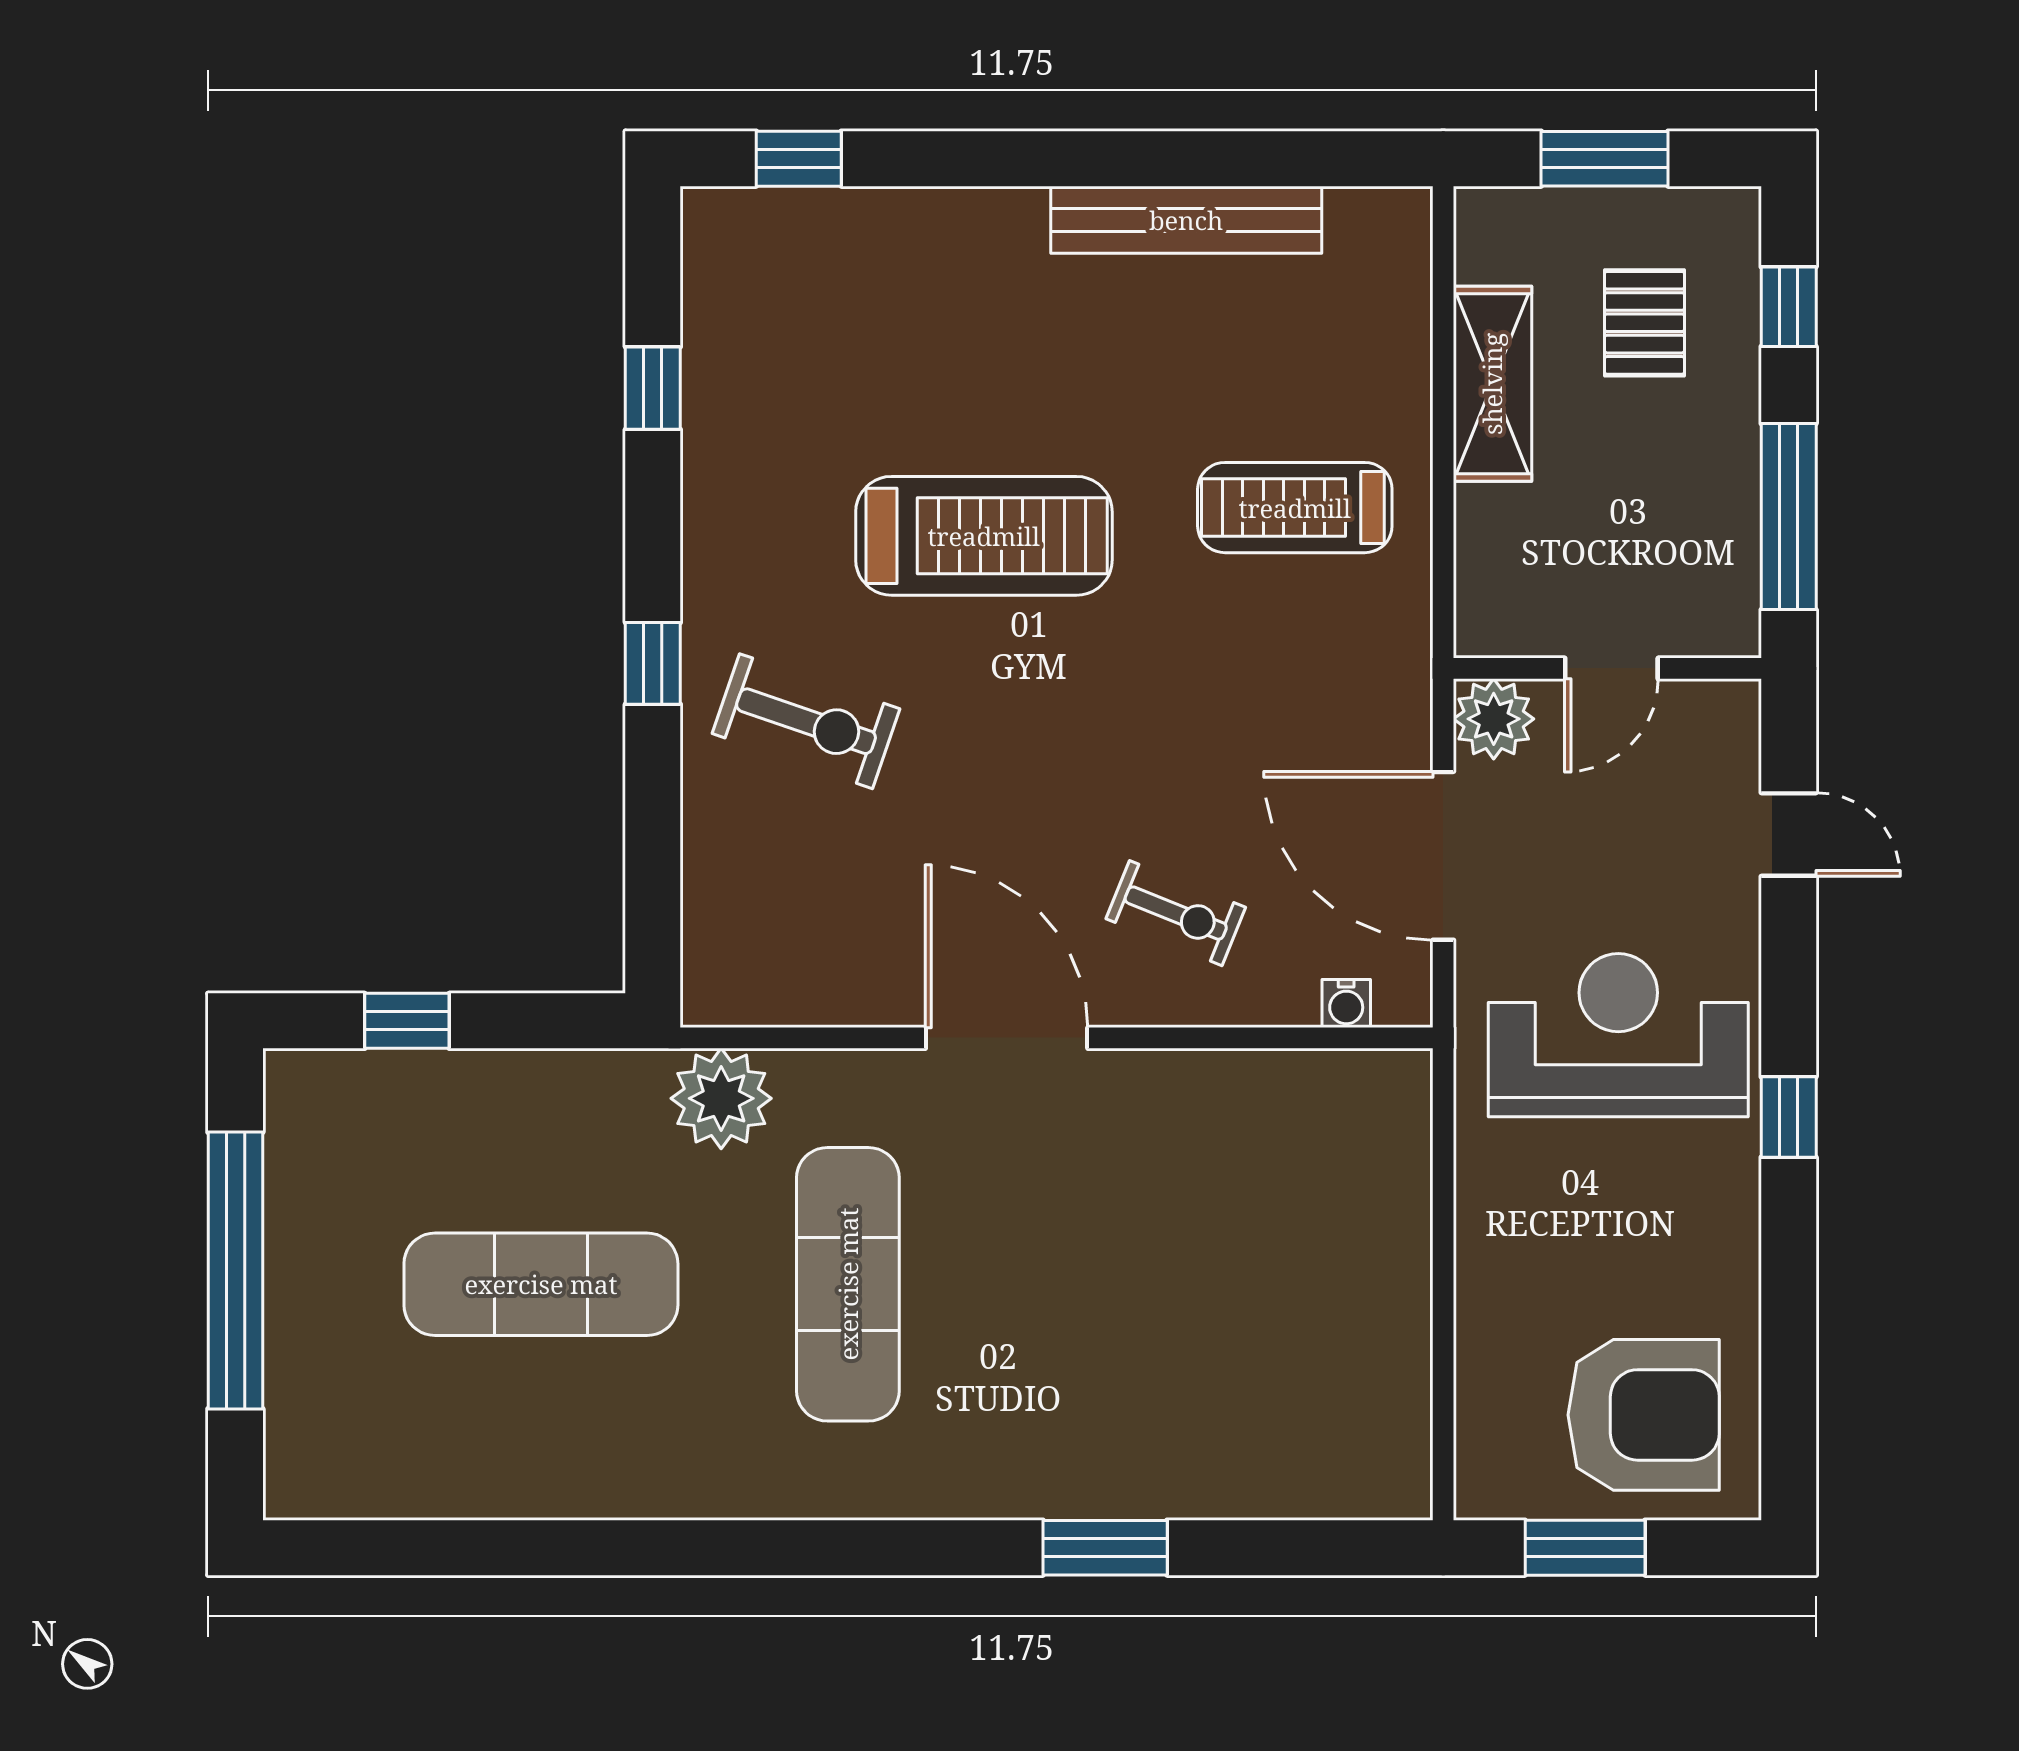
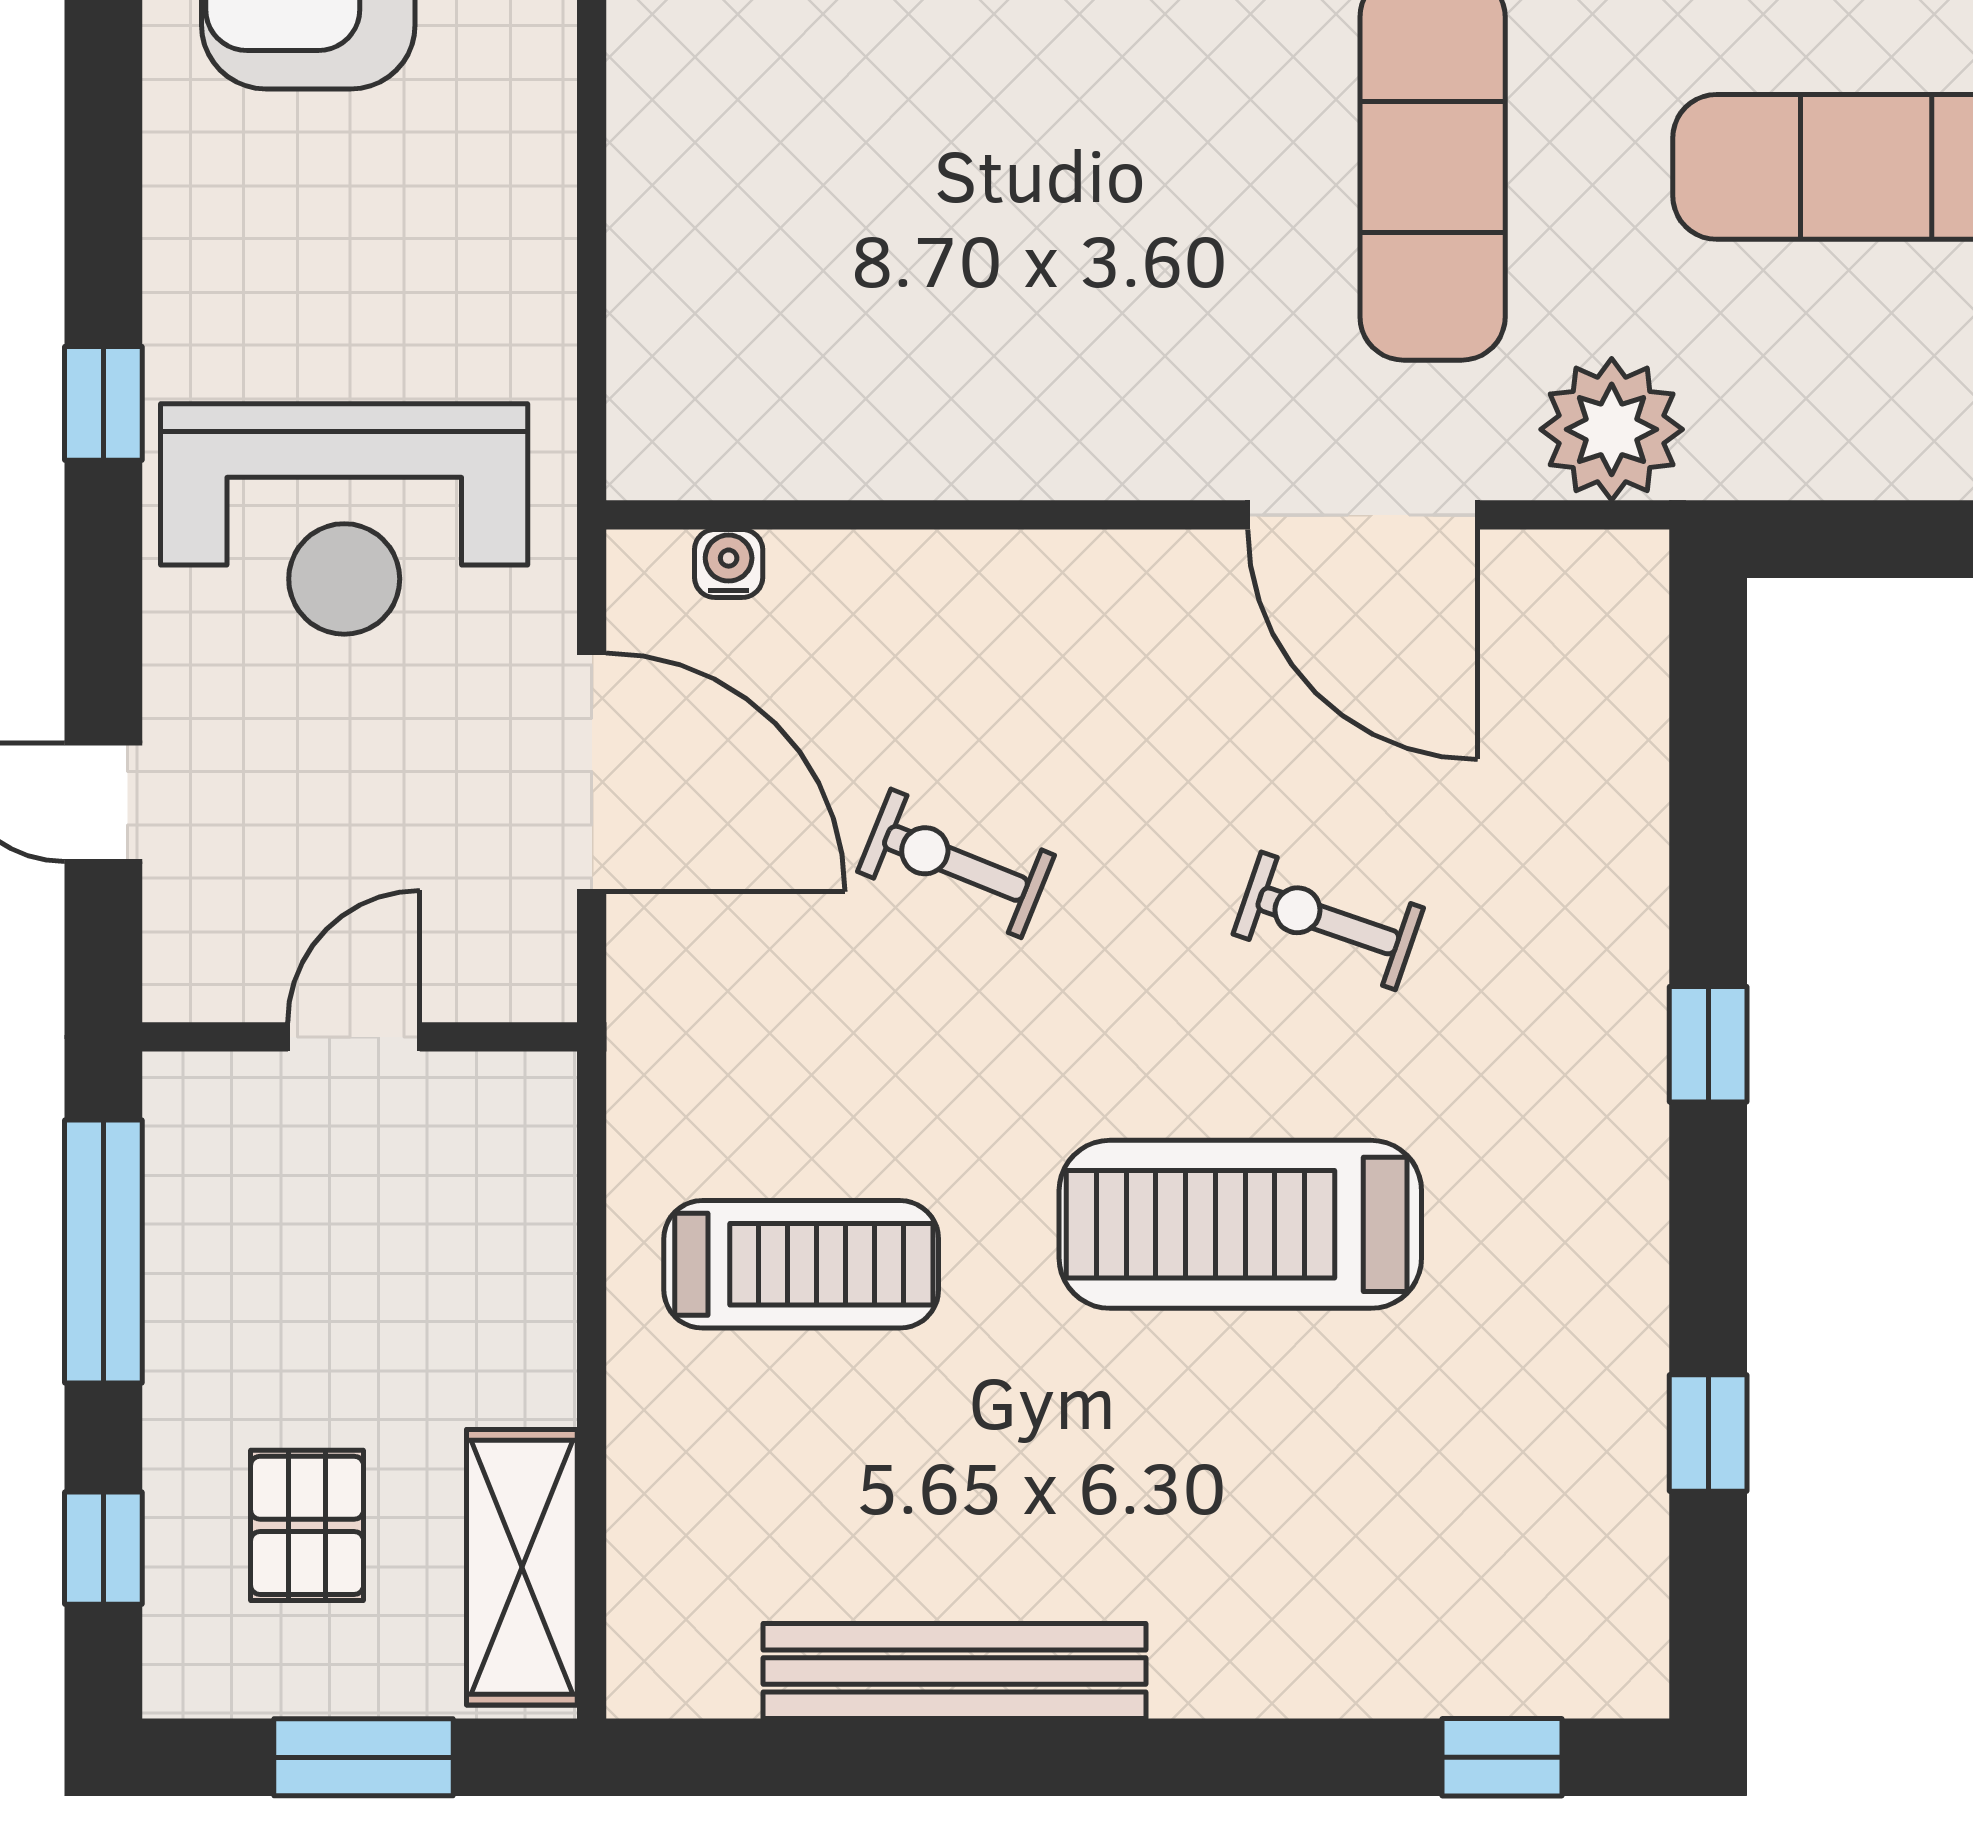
shelving: (1492, 384) -> (522, 1567), moved
plant: (1494, 719) -> (520, 966), removed
exercise bike: (806, 721) -> (1328, 921), moved, width x0.73, depth x0.72
exercise bike: (1176, 913) -> (956, 863), moved
door: (1007, 1038) -> (1363, 515), moved

